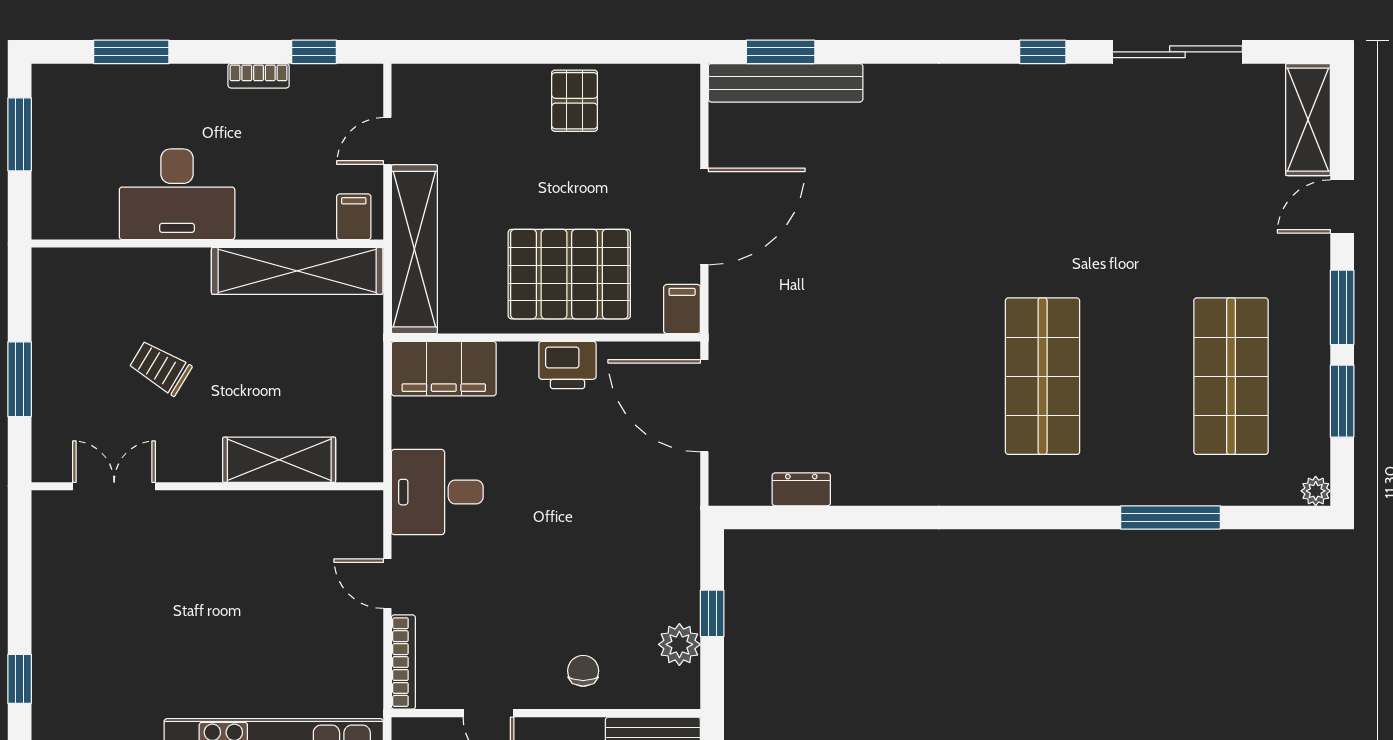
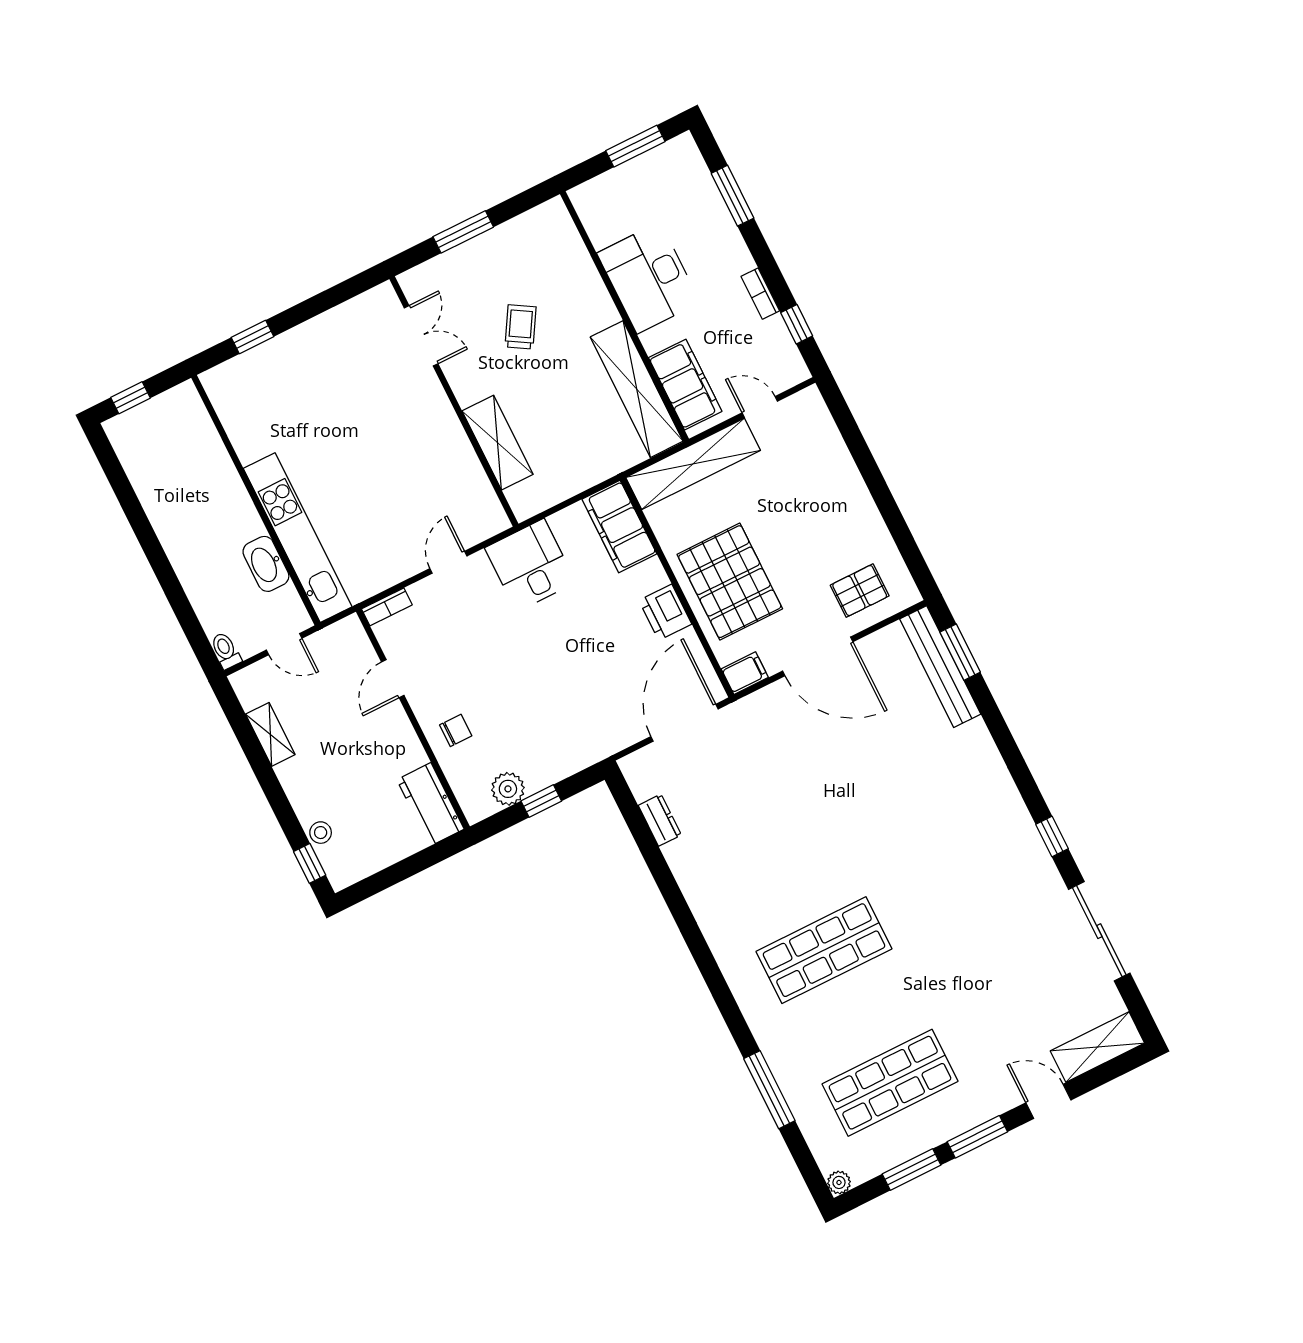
pallet: (575, 101) -> (860, 591), moved
filing cabinet: (354, 217) -> (685, 385), width x3.00, depth x1.17
bookcase: (403, 662) -> (387, 607), width x0.64

